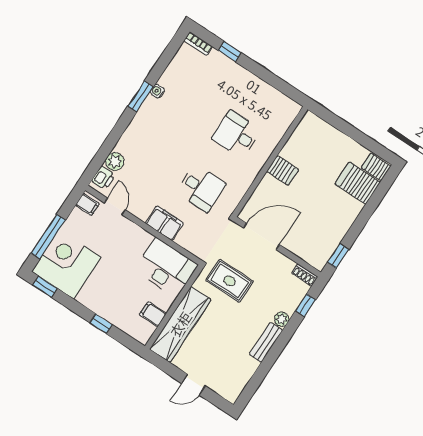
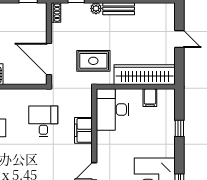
rug: (229, 281) -> (93, 61), turned 90

